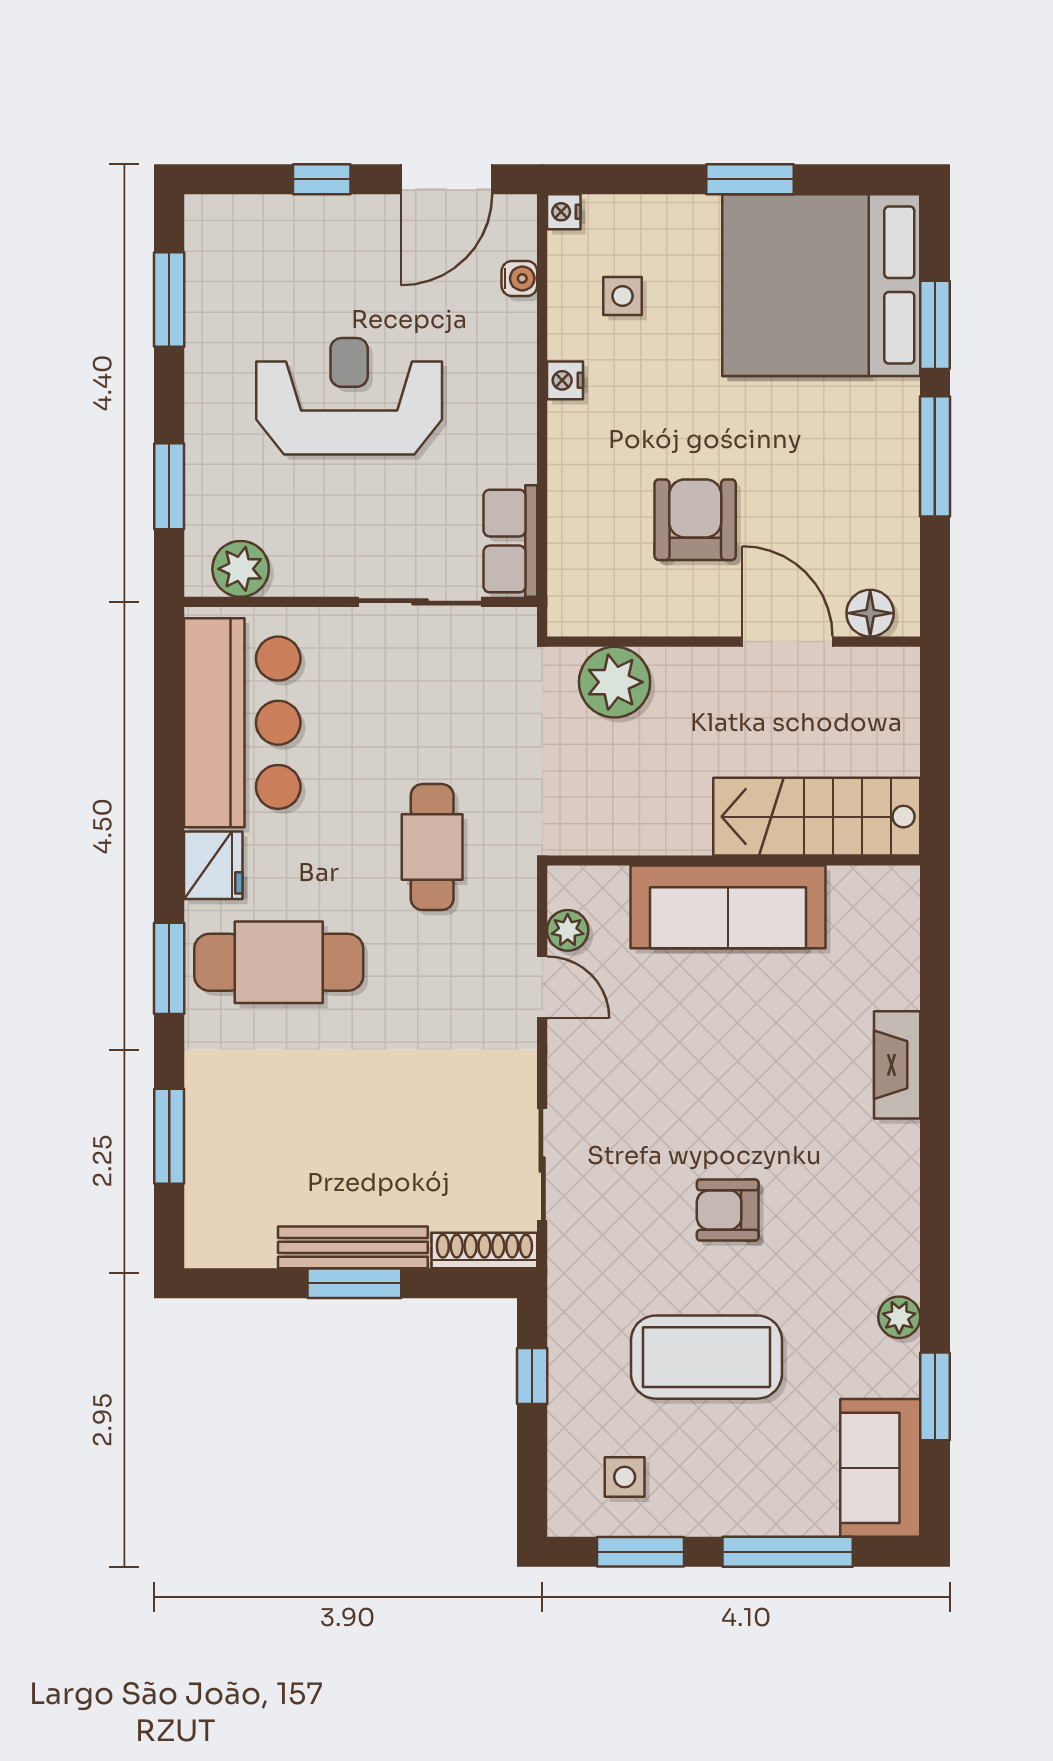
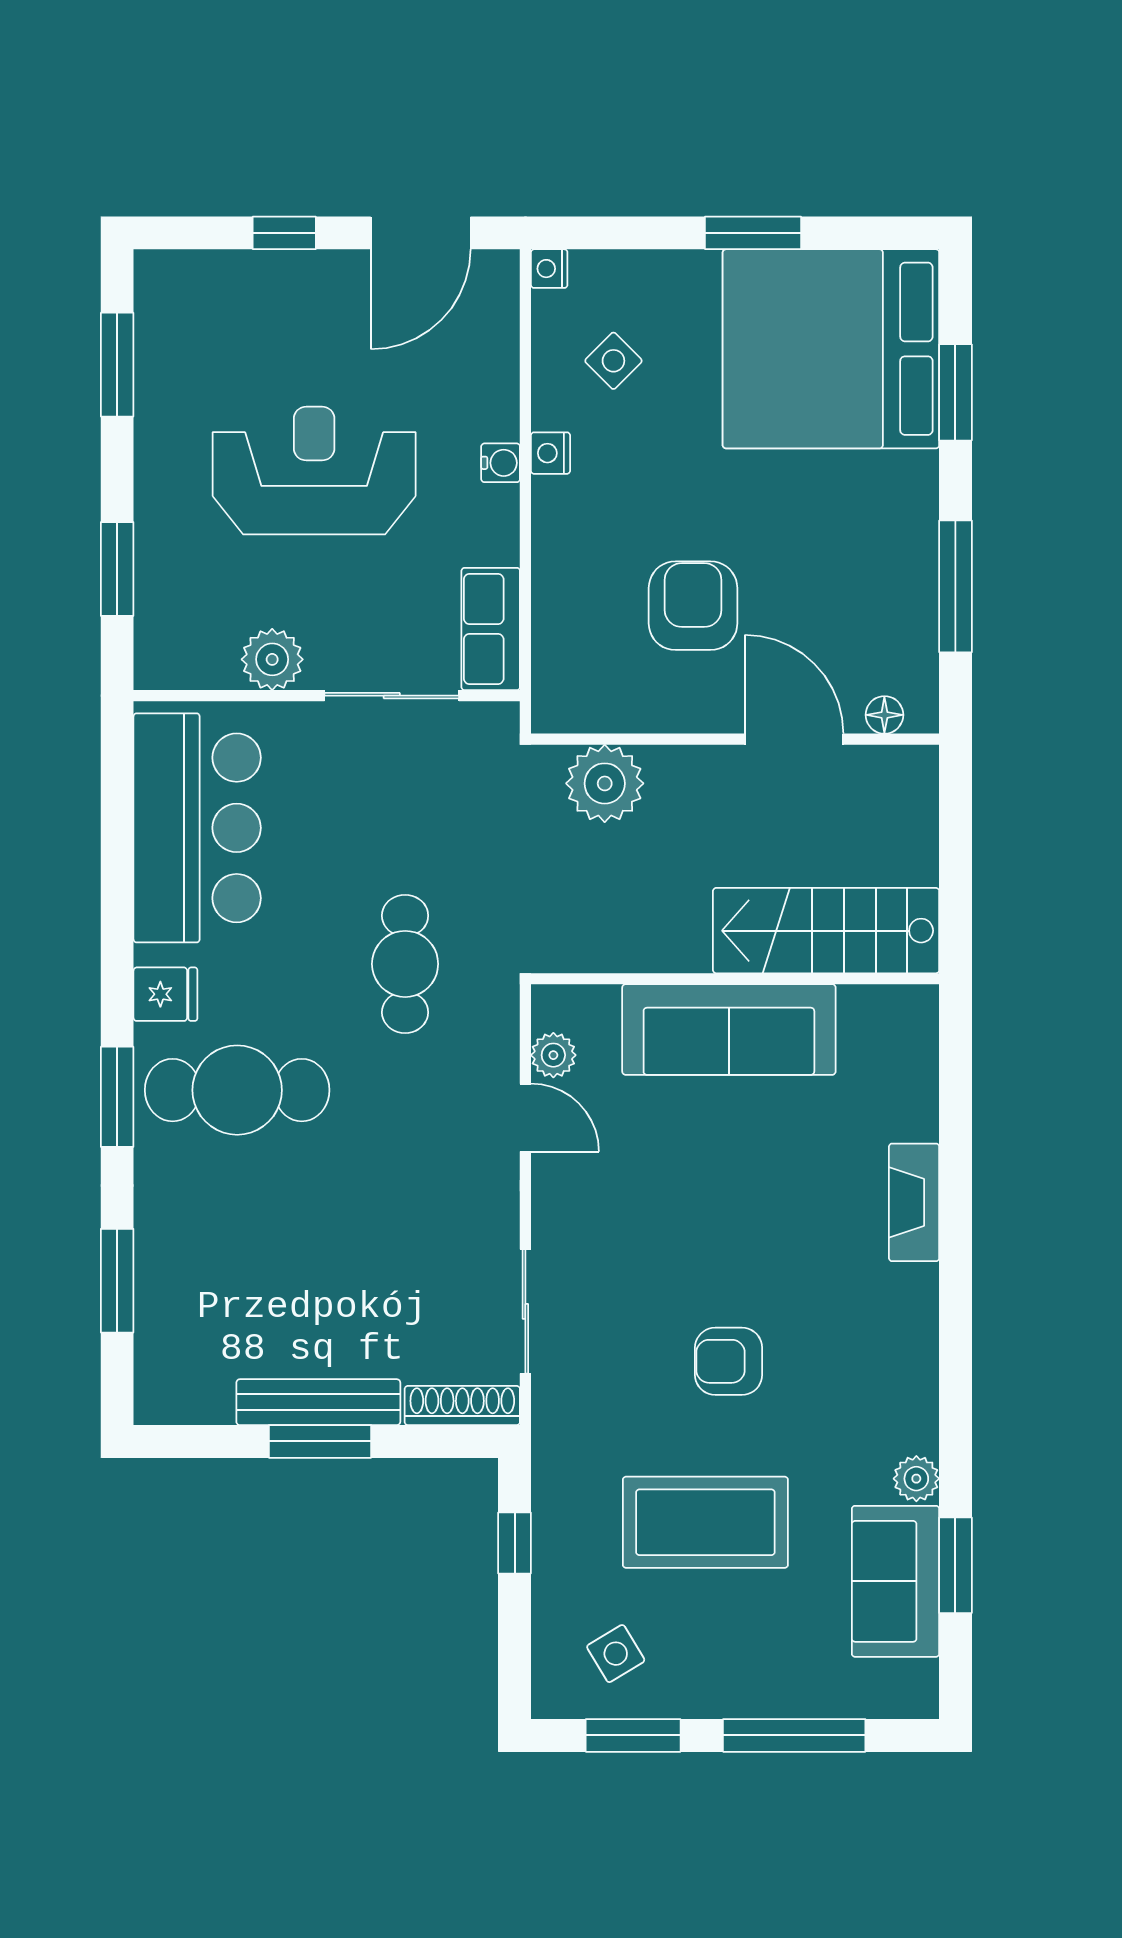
water cooler: (519, 278) -> (501, 463), moved
side table: (623, 296) -> (613, 361), turned 45
window: (935, 456) -> (955, 586), moved
plant: (241, 569) -> (272, 659), moved
floor lamp: (870, 613) -> (884, 715), width x0.73, depth x0.73
fridge: (213, 865) -> (165, 994), width x0.72
sofa: (880, 1468) -> (895, 1581), moved
side table: (625, 1477) -> (616, 1654), turned -31

